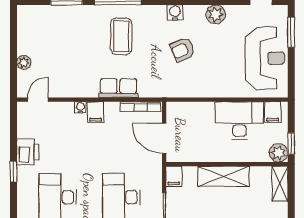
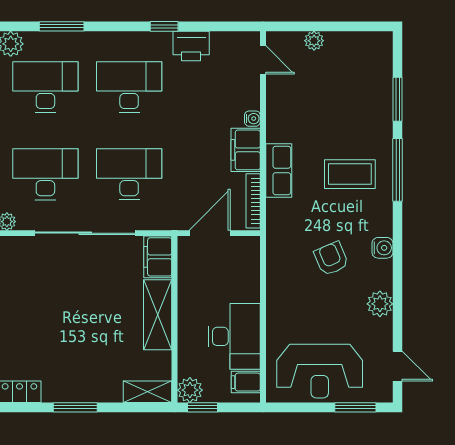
filing cabinet: (96, 112) -> (246, 150), width x2.00
filing cabinet: (174, 176) -> (158, 257), width x2.00

